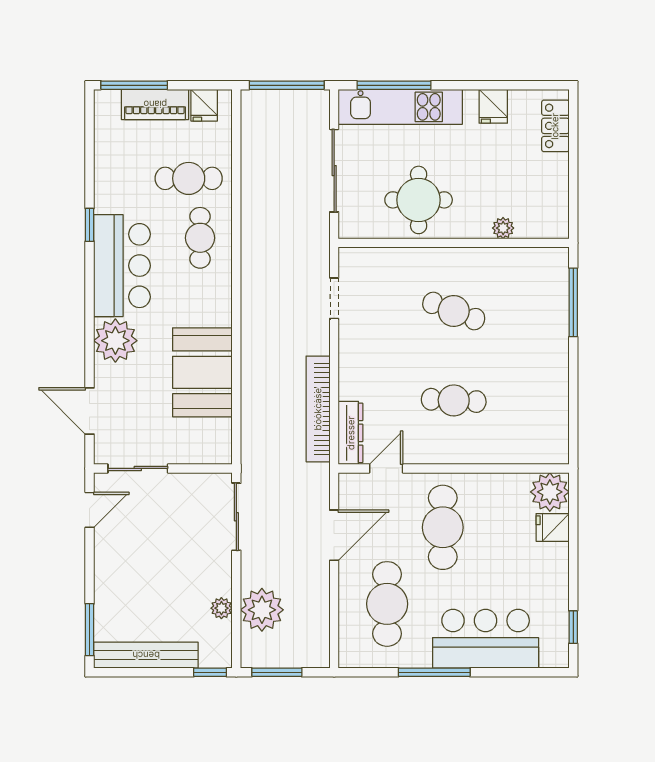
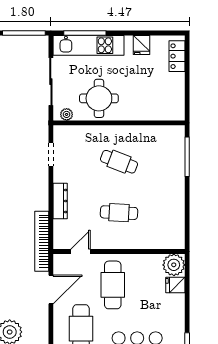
plant: (503, 228) -> (67, 114), moved
bookcase: (318, 409) -> (42, 241), moved
dresser: (351, 433) -> (60, 201), moved

